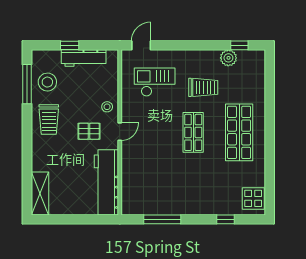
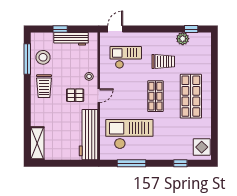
checkout: (159, 182) -> (129, 134), added

